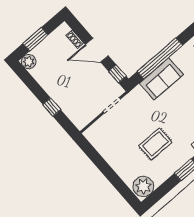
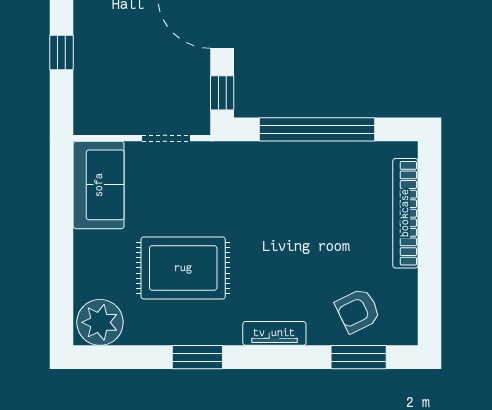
sofa: (161, 79) -> (99, 185), moved, turned -90
rug: (155, 144) -> (183, 268), width x1.36, depth x1.43

